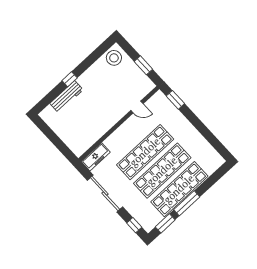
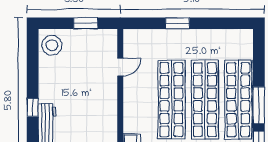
window: (175, 100) -> (178, 23), moved

